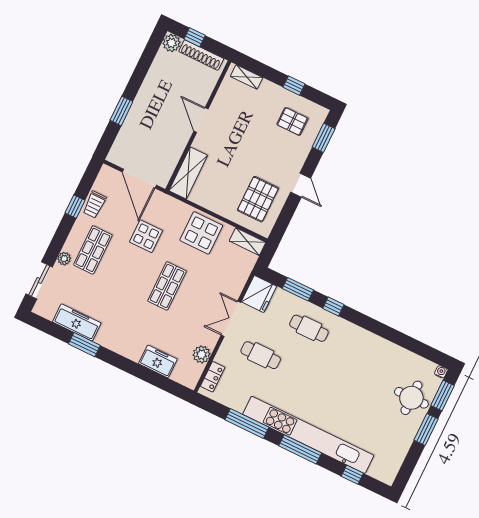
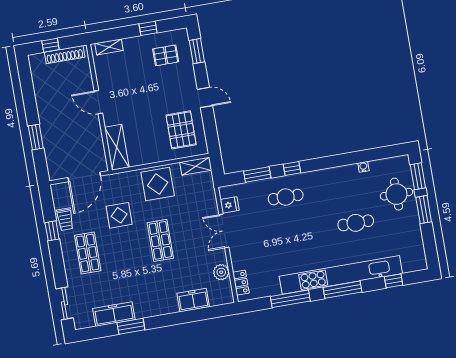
plant: (171, 43) -> (37, 61), removed
door: (139, 179) -> (84, 177), hinge flipped
plant: (64, 259) -> (71, 274), removed
fridge: (259, 294) -> (230, 205), width x0.53, depth x0.75
cafe table: (261, 355) -> (356, 223), moved
water cooler: (441, 372) -> (363, 167), moved

